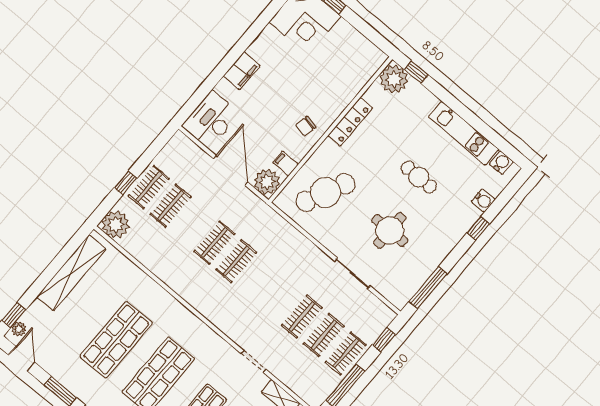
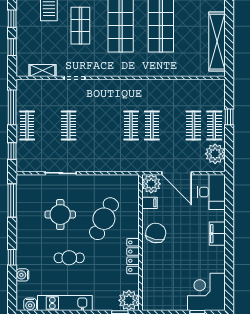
chair: (306, 126) -> (156, 233), width x1.87, depth x1.87
cafe table: (325, 192) -> (104, 219), moved
plant: (116, 224) -> (215, 154), moved
clothes rail: (324, 335) -> (48, 126), removed

